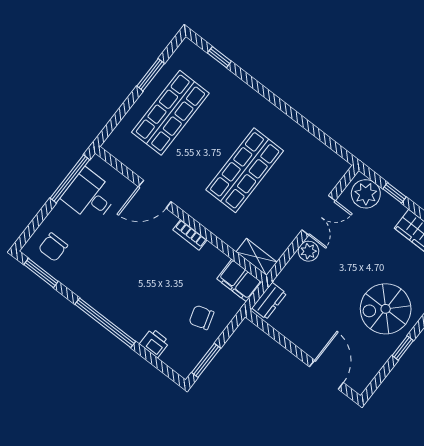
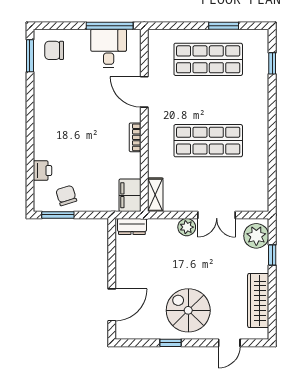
chair: (201, 317) -> (66, 195), moved
window: (105, 323) -> (30, 126), removed

